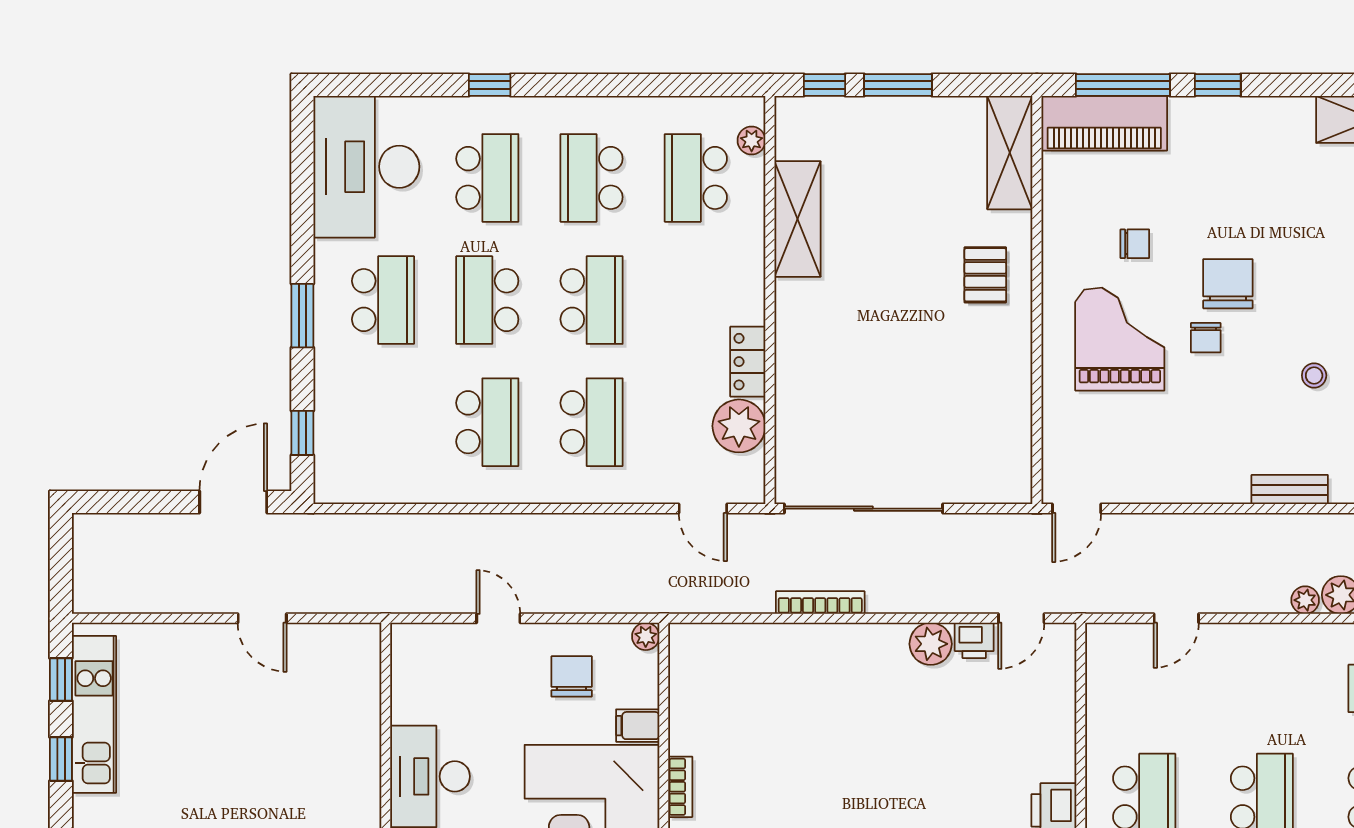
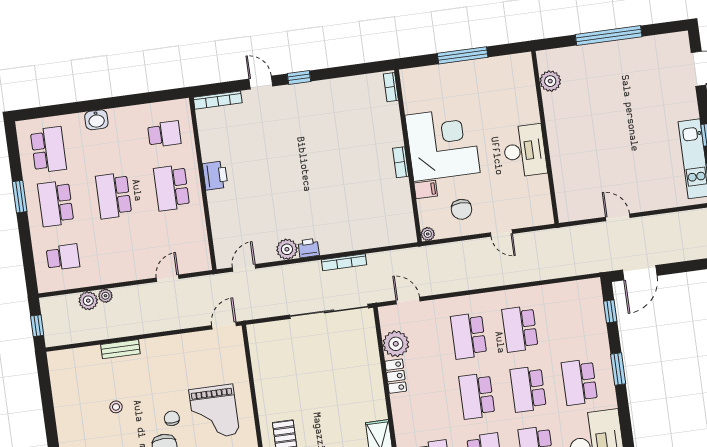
school desk: (487, 300) -> (528, 389), turned 180
printer: (974, 640) -> (309, 248), moved

